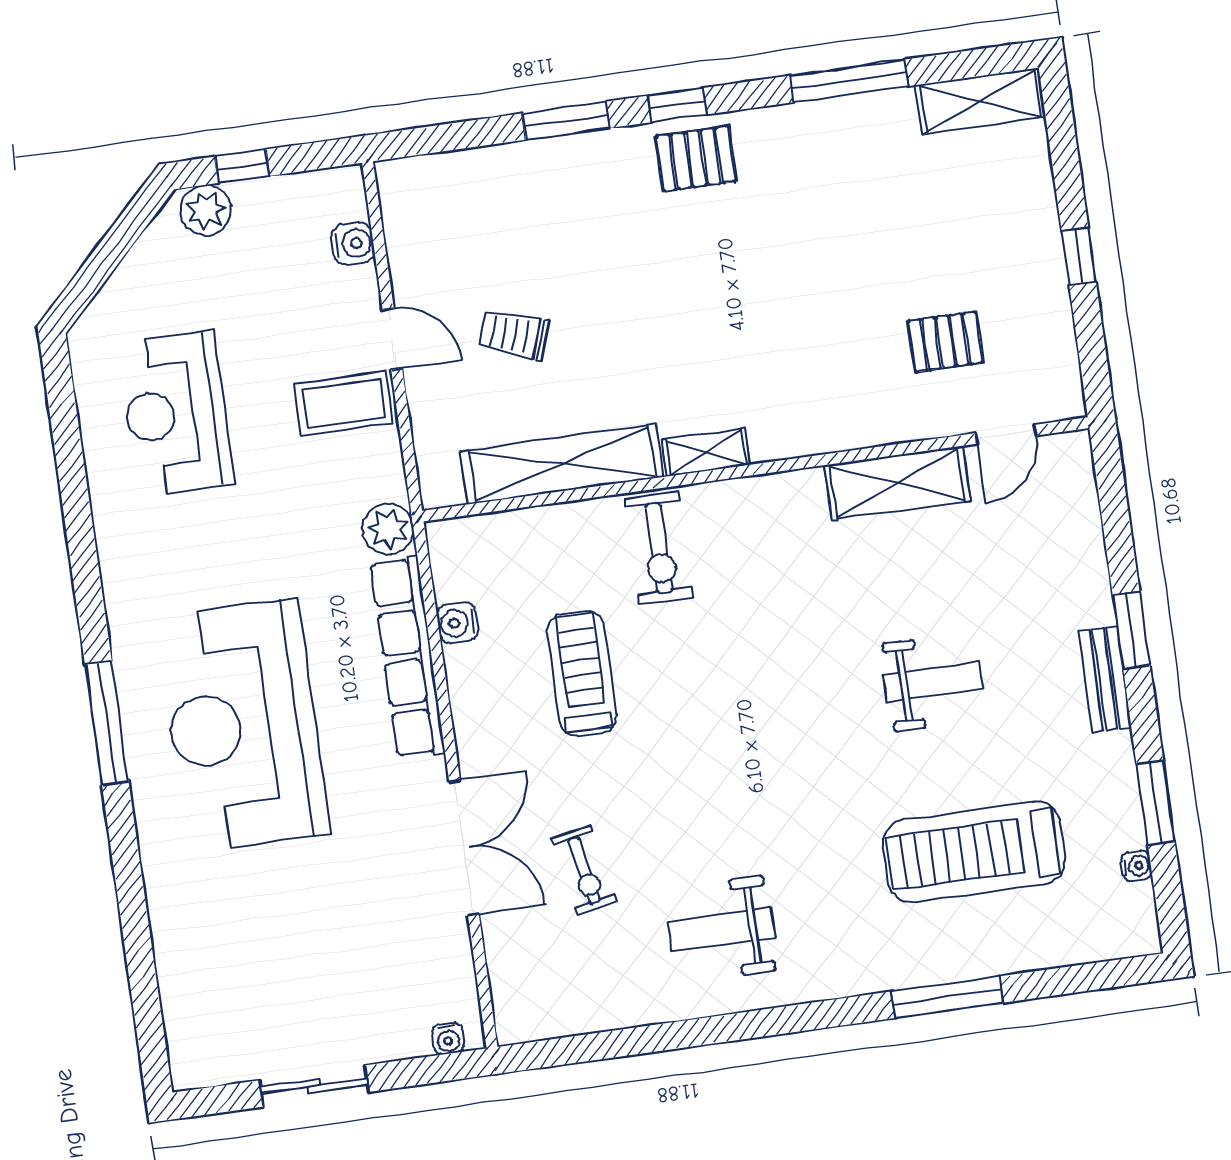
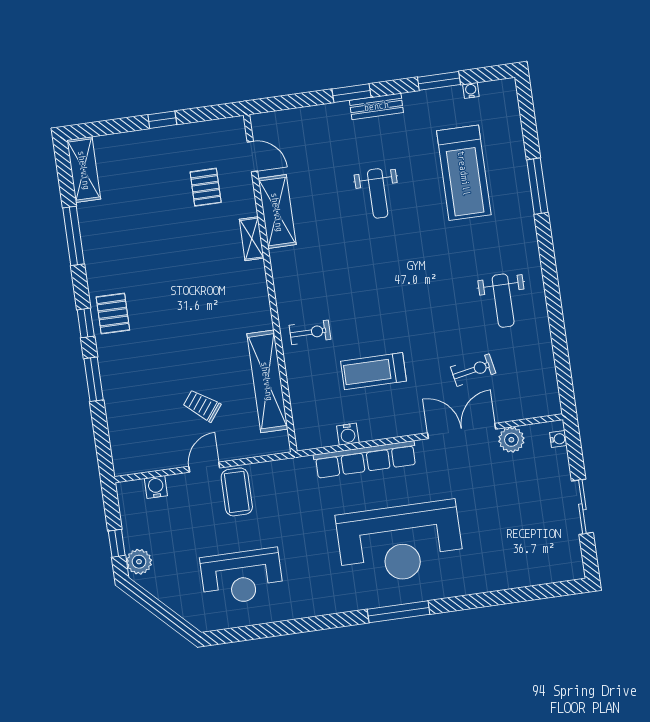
trolley: (514, 334) -> (202, 406), turned 108
shelving: (706, 452) -> (252, 239), moved
plant: (388, 529) -> (511, 440), moved
exercise bike: (659, 548) -> (310, 332), width x0.73, depth x0.72
weight bench: (933, 682) -> (378, 193), turned 180

